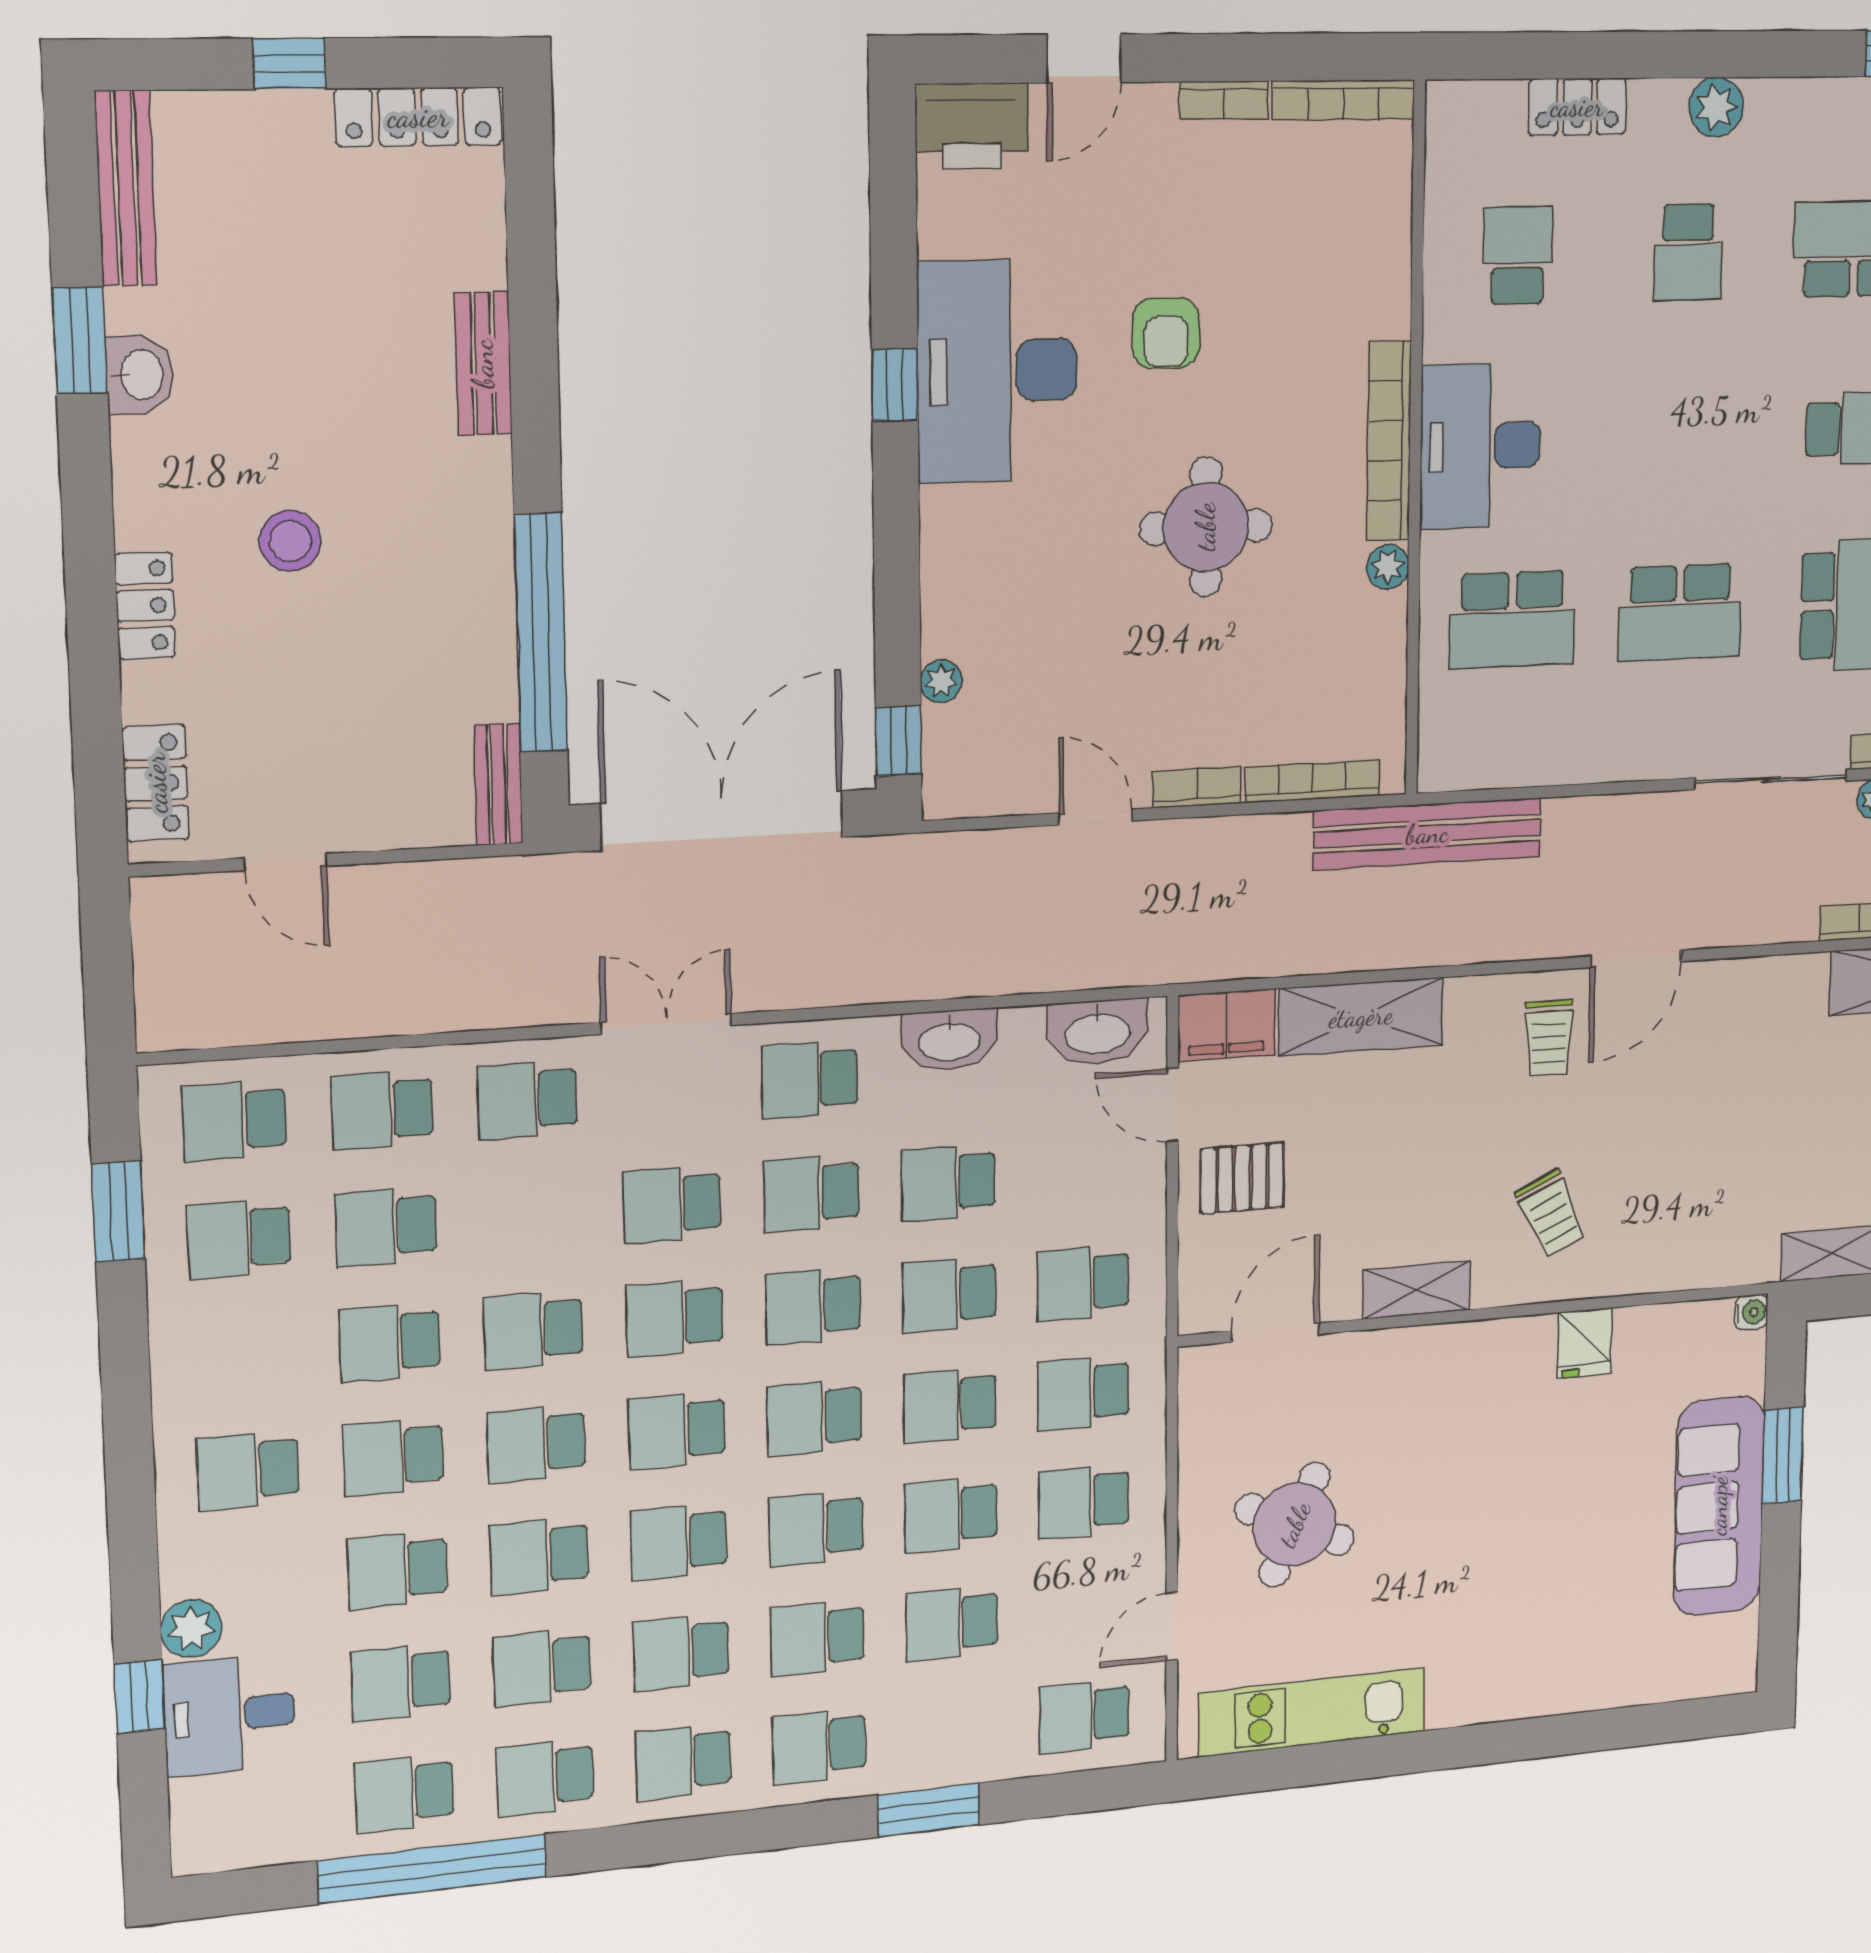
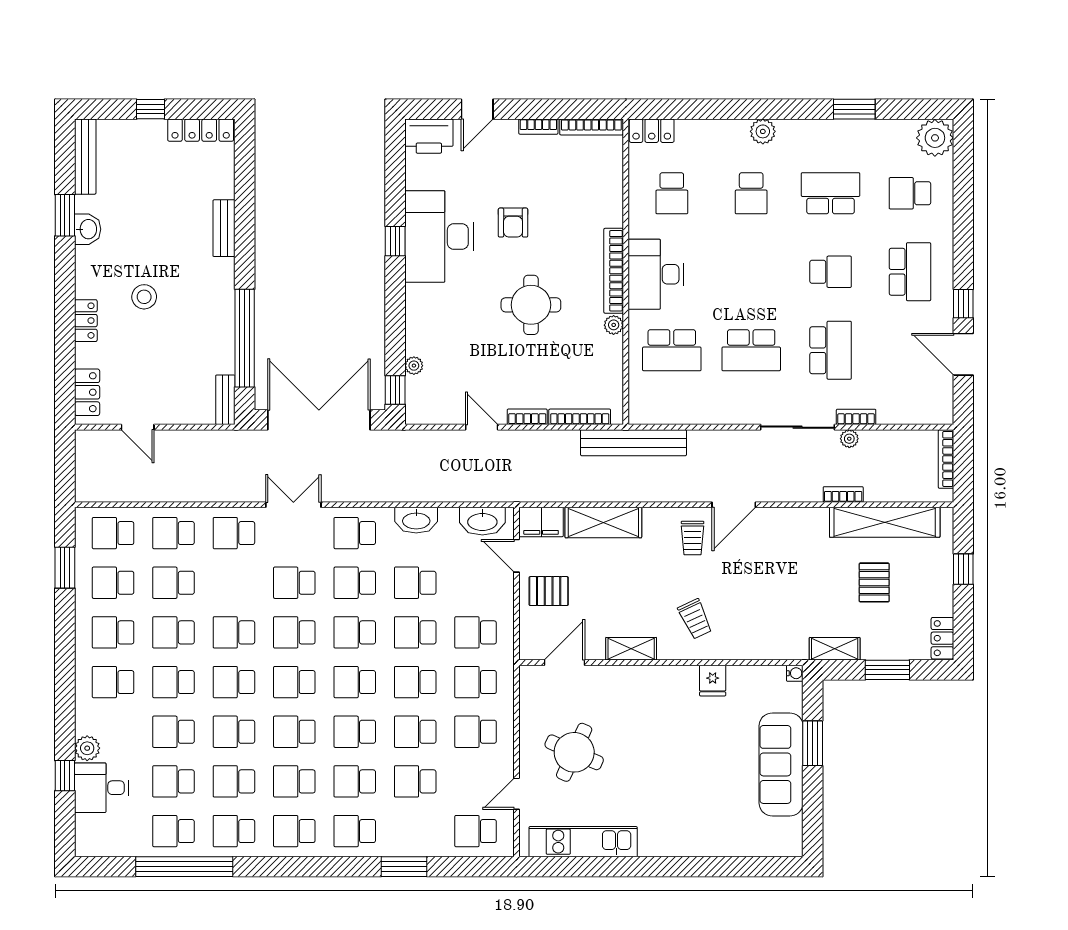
locker: (1577, 107) -> (652, 131), moved
school desk: (1518, 256) -> (672, 193), turned 180
school desk: (244, 1355) -> (113, 632), added

